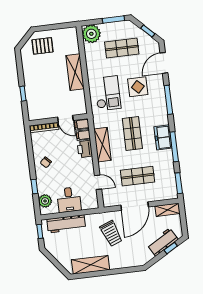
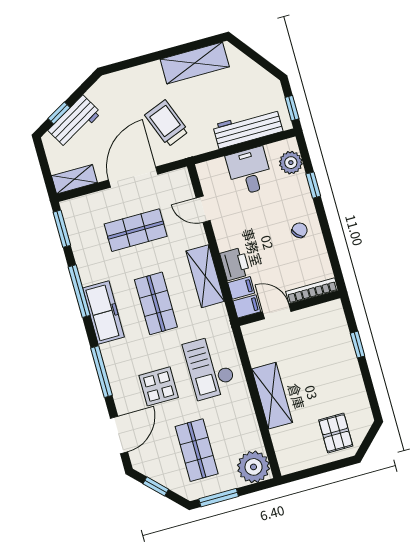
pallet: (43, 46) -> (336, 433), turned 90
shop shelf: (122, 48) -> (197, 450), turned 90
freezer: (163, 137) -> (104, 313), width x1.40

